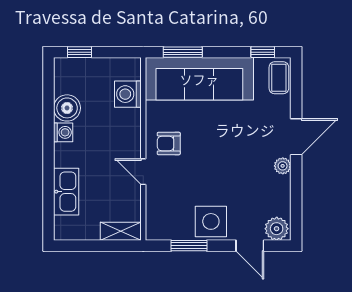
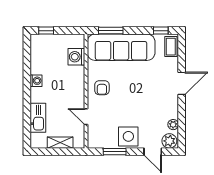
boiler: (67, 108) -> (38, 65), removed
armchair: (169, 143) -> (102, 88), turned -90
plant: (283, 166) -> (173, 125), moved
door: (143, 172) -> (86, 117), moved
shelving: (121, 231) -> (60, 143), moved

